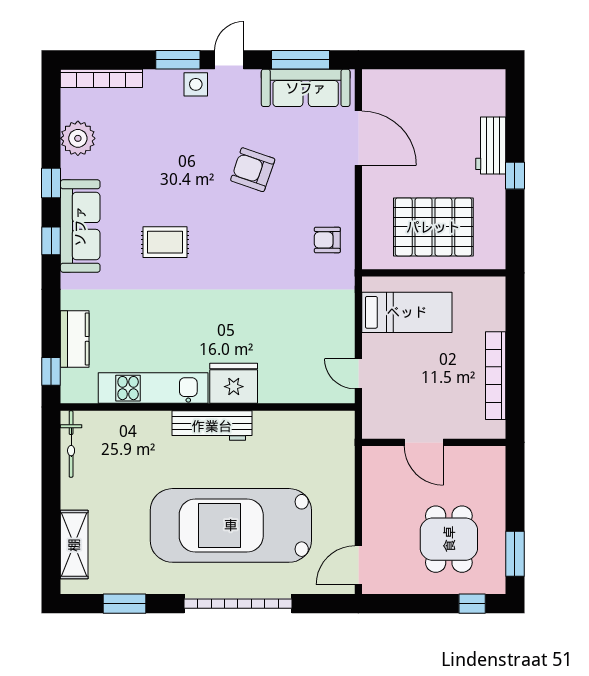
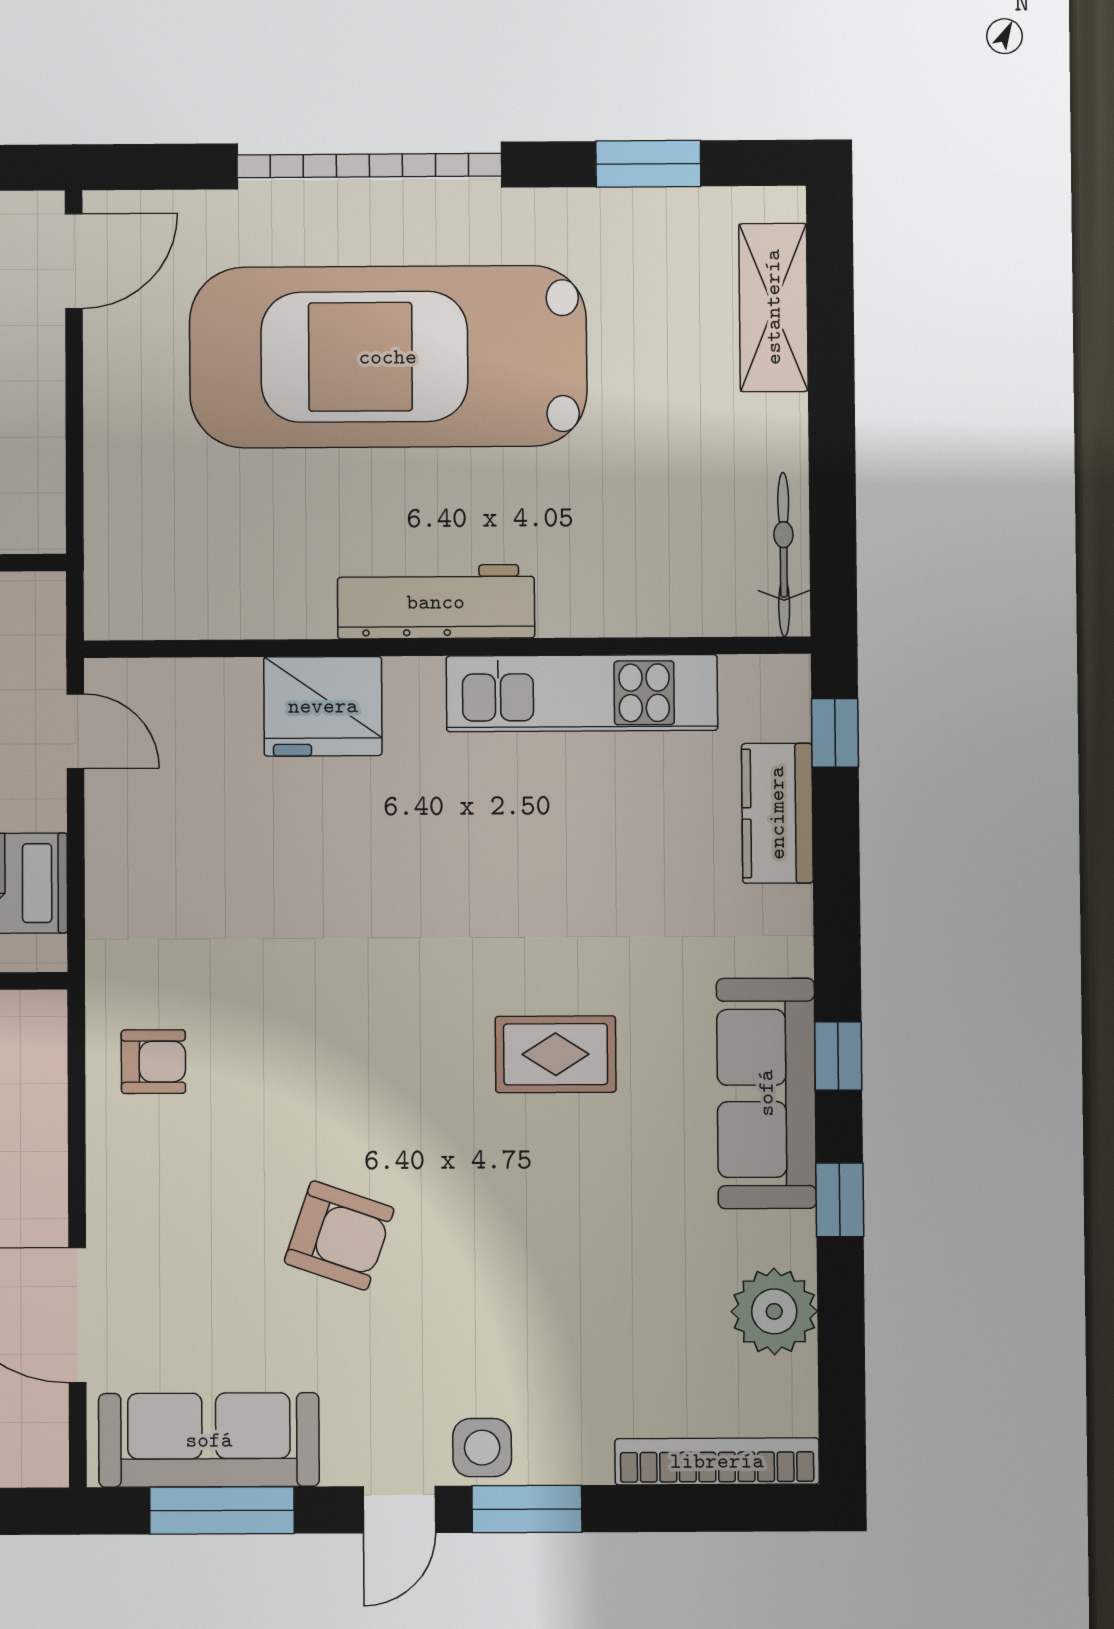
fridge: (234, 383) -> (323, 706), moved
car: (231, 525) -> (388, 357), turned 180

